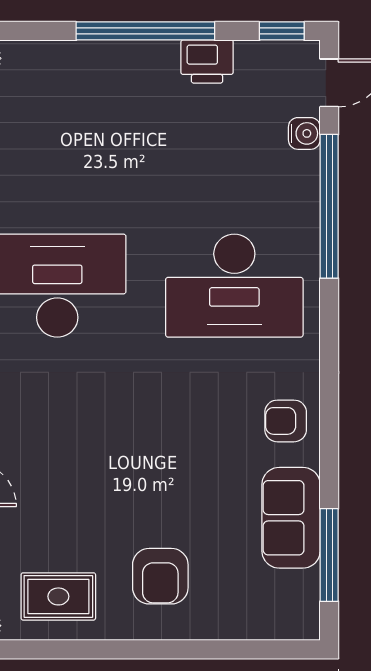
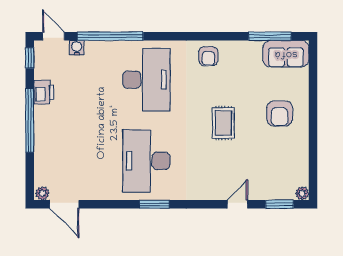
sofa: (291, 518) -> (286, 54), moved
armchair: (160, 576) -> (280, 114), turned 90
rug: (58, 596) -> (223, 123), moved

